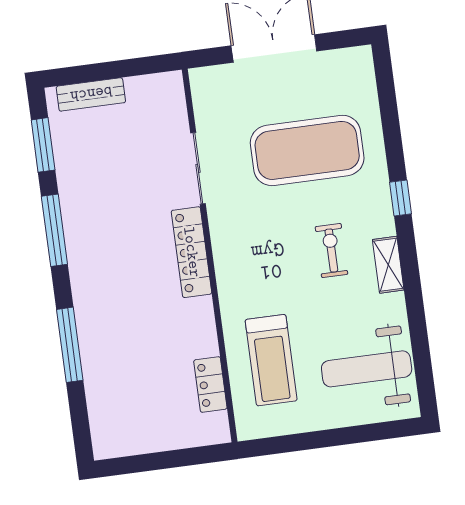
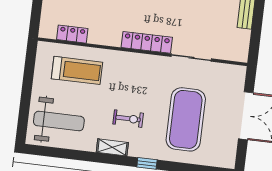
treadmill: (271, 360) -> (77, 70), turned 180
weight bench: (367, 369) -> (59, 121), turned 90

